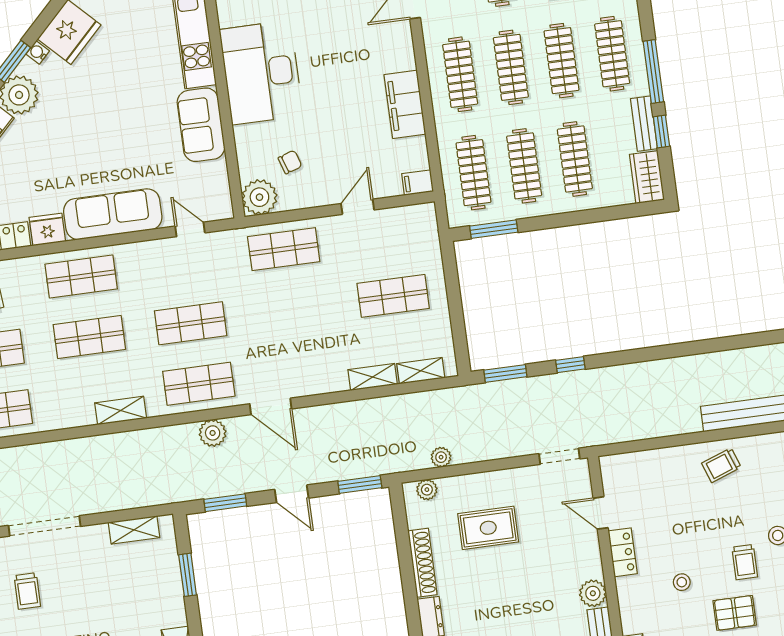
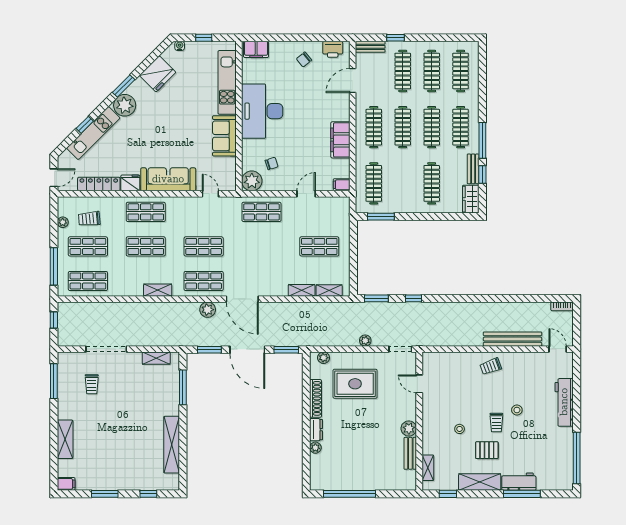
water cooler: (38, 52) -> (138, 83), removed
clothes rail: (524, 166) -> (403, 183), removed
door: (271, 406) -> (242, 299), width x1.36
plant: (441, 457) -> (365, 341), moved
door: (292, 494) -> (247, 350), width x1.88
rug: (488, 528) -> (355, 384), width x1.36, depth x1.43
locker: (623, 552) -> (429, 408), removed
window: (188, 575) -> (183, 387), width x1.44

